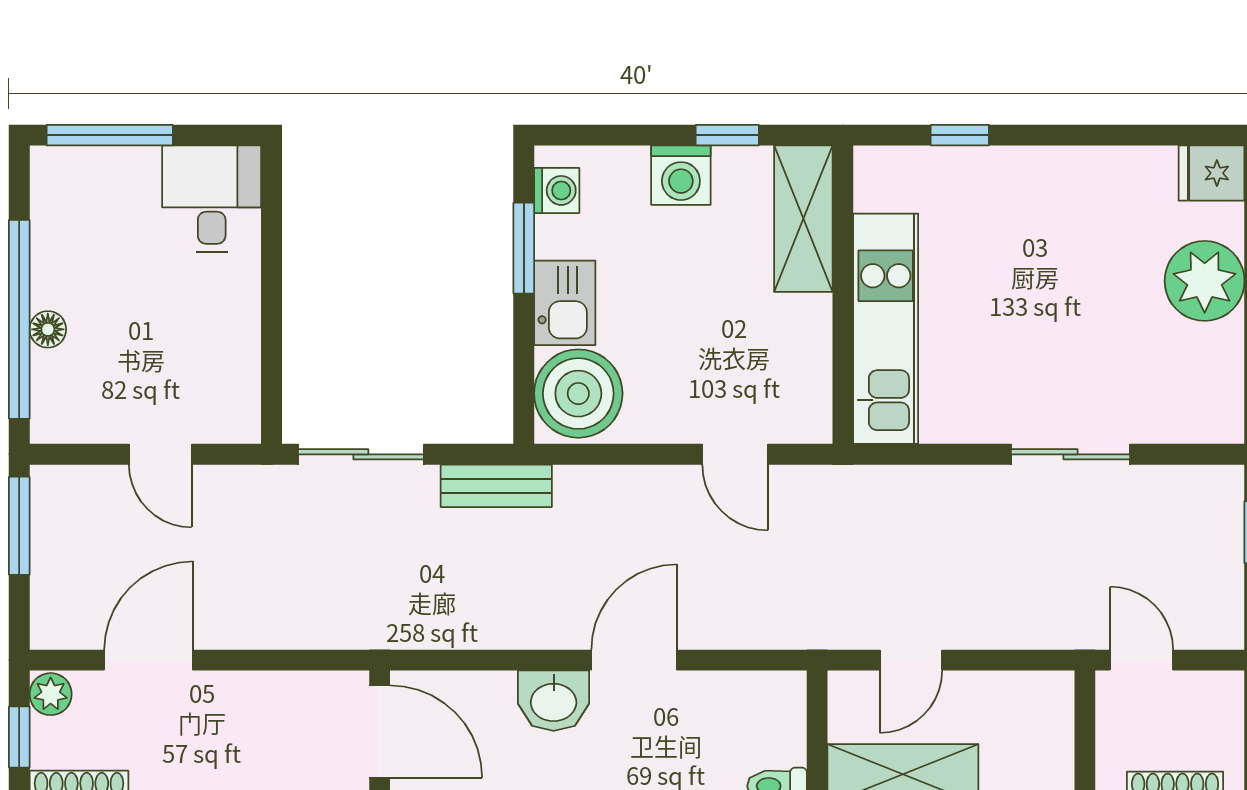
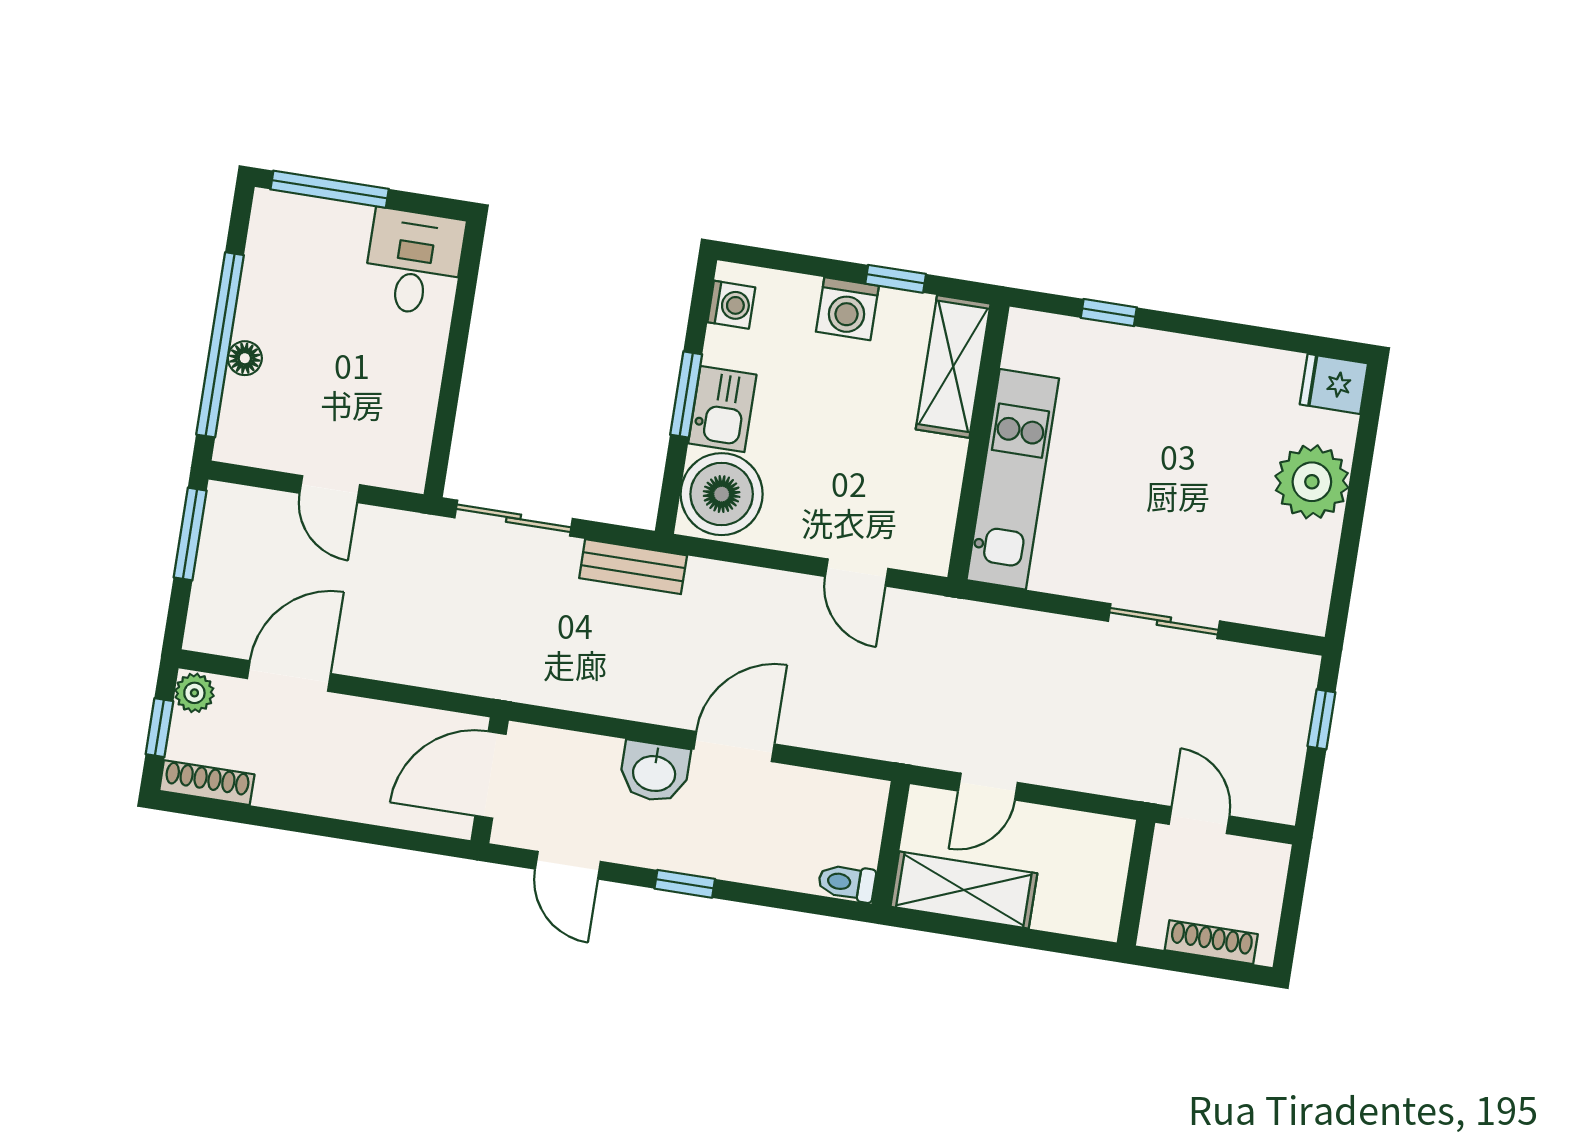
window: (524, 248) -> (686, 394), moved
door: (380, 731) -> (490, 775), swing flipped

